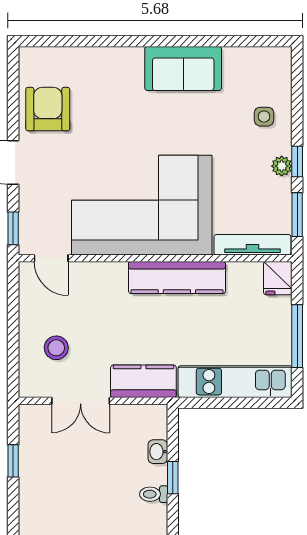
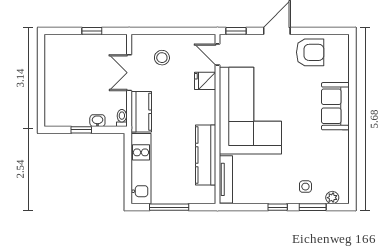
sofa: (183, 68) -> (335, 106), moved
plant: (282, 166) -> (332, 198), moved
window: (297, 215) -> (313, 207), moved
door: (51, 258) -> (218, 54), hinge flipped
kitchen counter: (177, 277) -> (206, 155), moved
fridge: (278, 278) -> (205, 81), moved
toilet: (154, 494) -> (122, 118), moved

